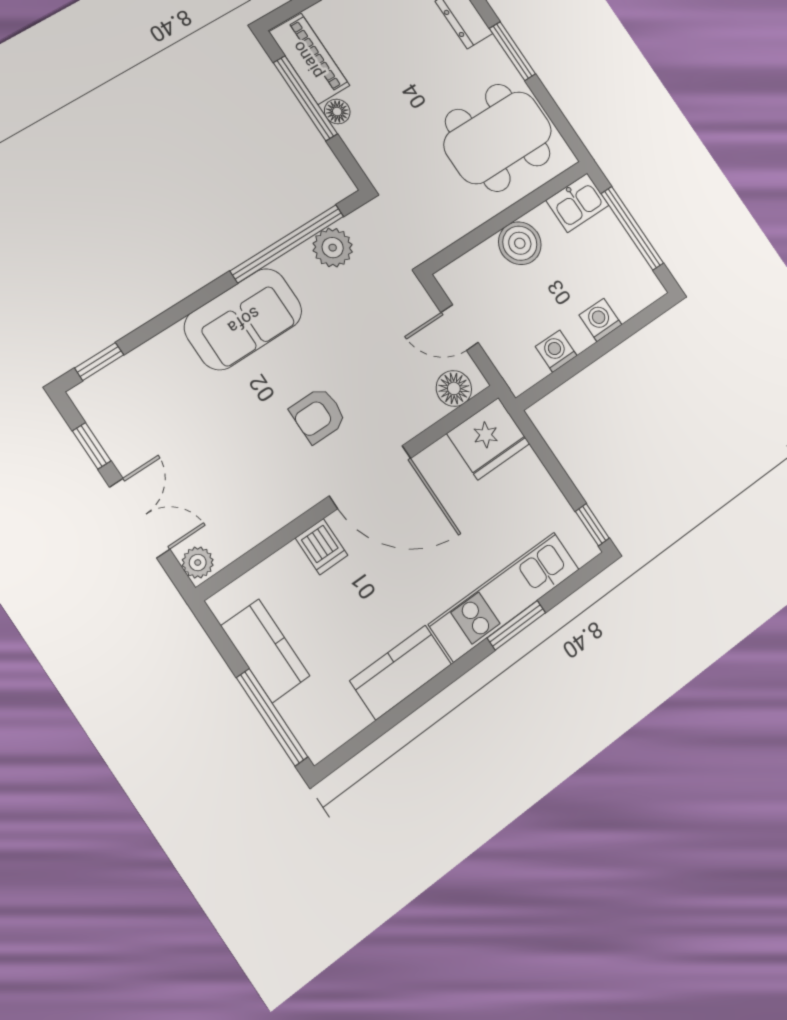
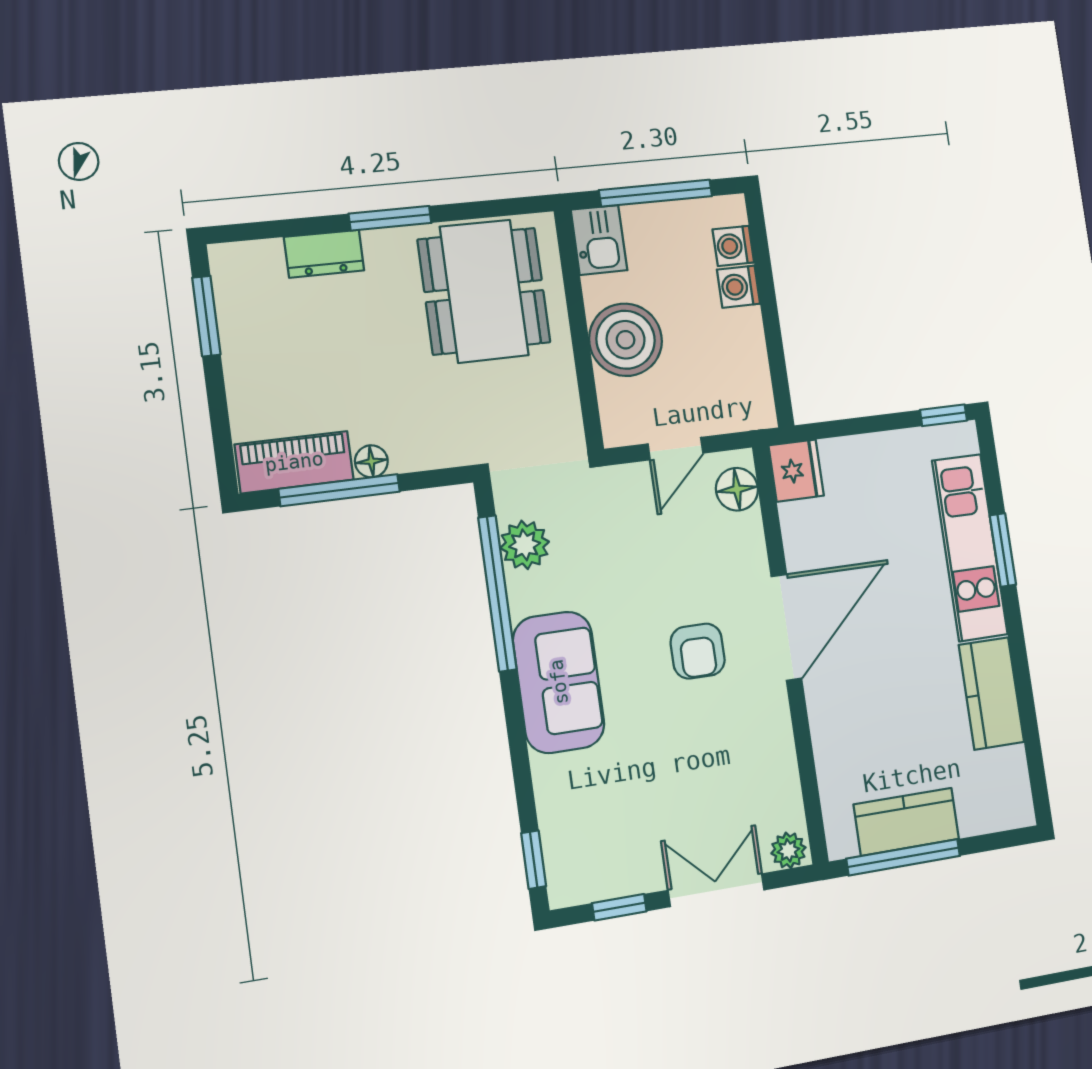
boiler: (520, 243) -> (626, 340), width x1.37, depth x1.37
washing machine: (556, 351) -> (733, 246), moved
fridge: (488, 439) -> (796, 471), width x0.73, depth x0.75
dishwasher: (322, 547) -> (832, 714), removed
window: (272, 717) -> (903, 857), moved

